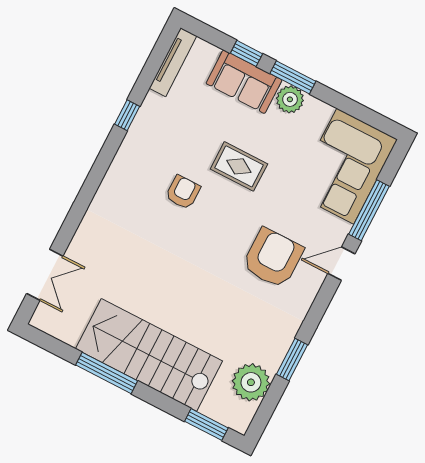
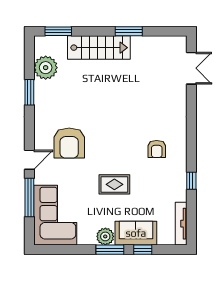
armchair: (183, 192) -> (157, 149), moved
double door: (45, 275) -> (191, 68), swing flipped
stairs: (149, 355) -> (99, 48), width x0.73, depth x0.66
window: (107, 373) -> (129, 31), width x0.69

